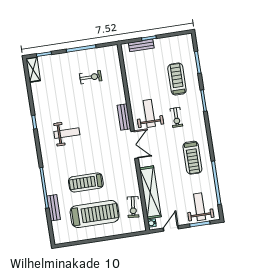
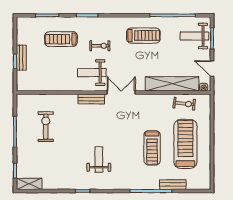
bench: (141, 45) -> (21, 58), moved
exercise bike: (91, 77) -> (46, 127), width x1.38, depth x1.39

